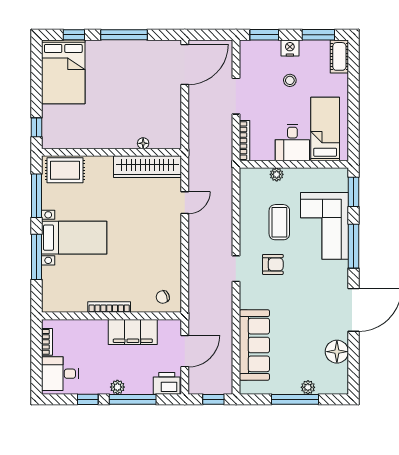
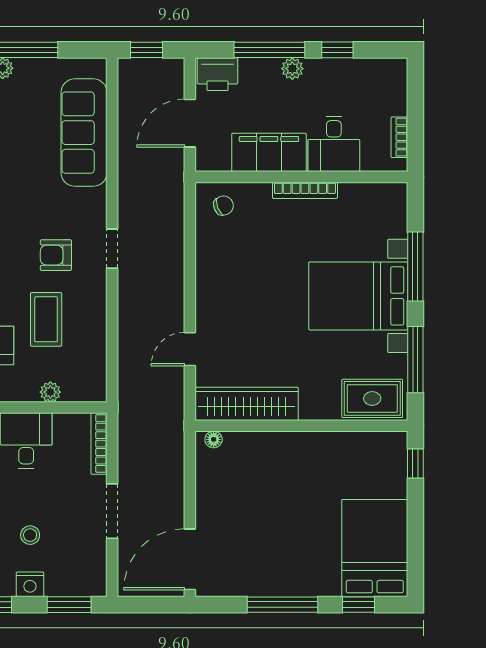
floor lamp: (143, 143) -> (214, 439), moved
bed with nightstands: (74, 238) -> (358, 296), width x1.36
desk: (60, 374) -> (334, 144), moved, turned 90

